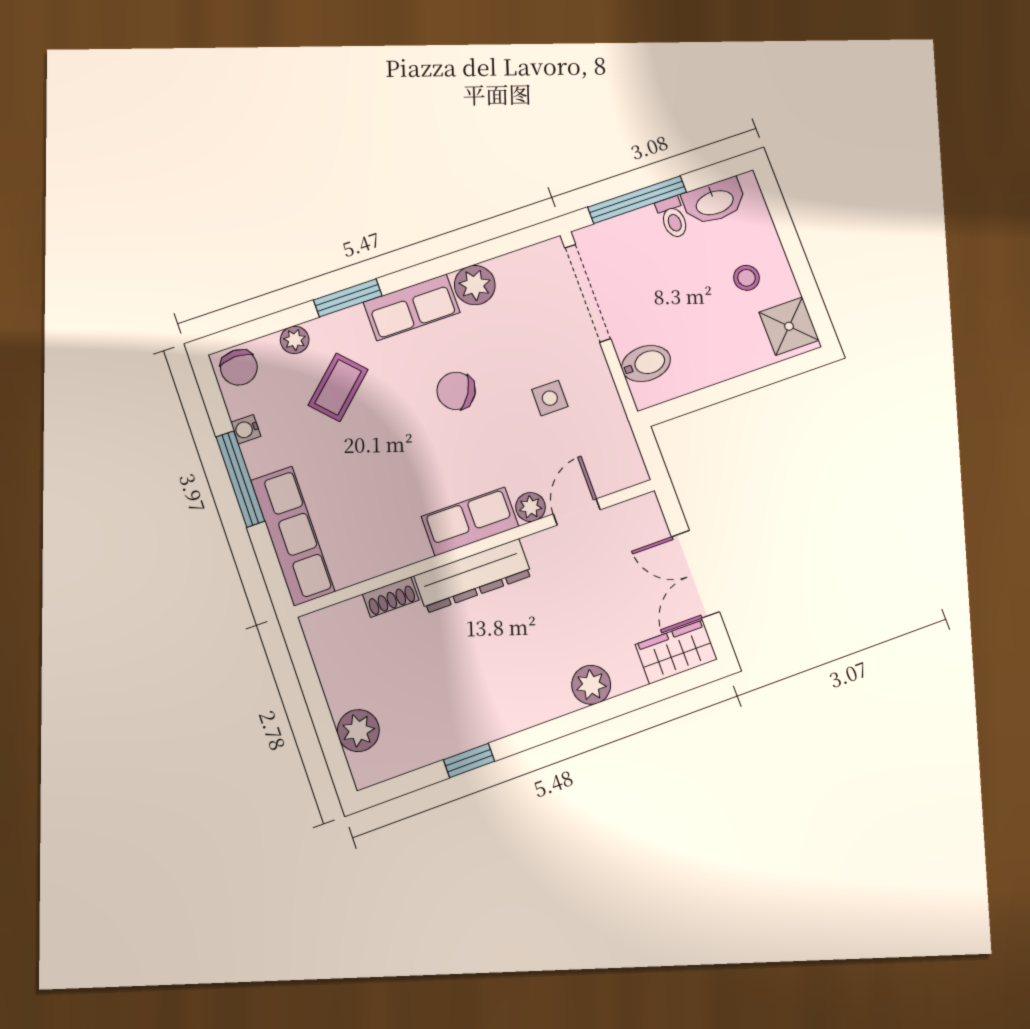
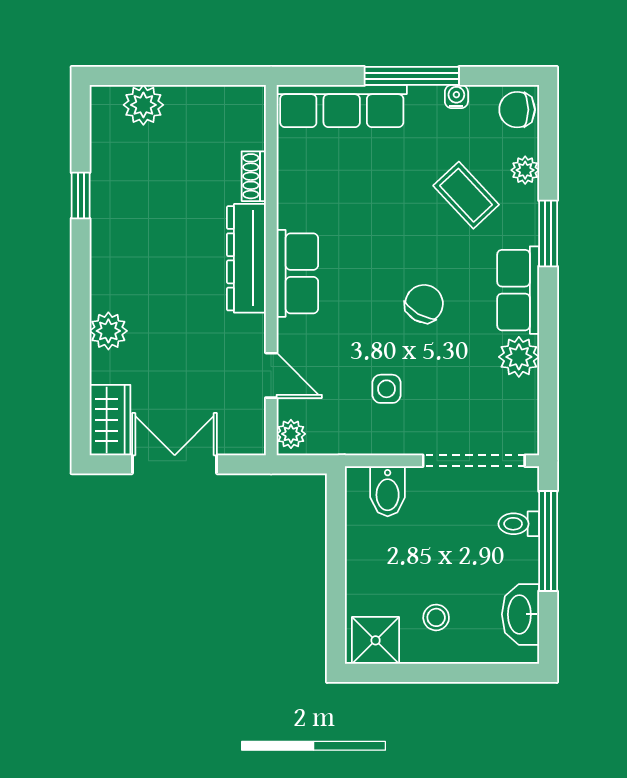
toilet: (673, 218) -> (519, 524), moved
plant: (531, 507) -> (291, 434), moved

